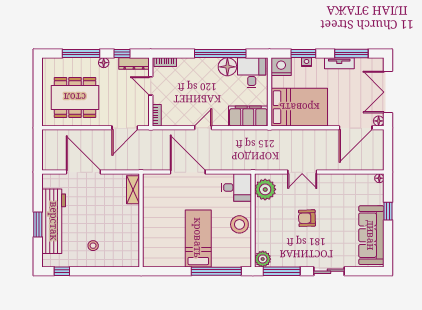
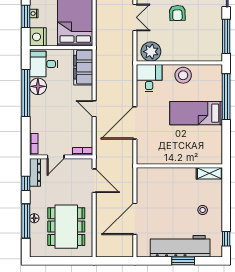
floor lamp: (104, 63) -> (34, 218), moved
shelving: (133, 190) -> (209, 173), moved
plant: (263, 259) -> (215, 54), removed

